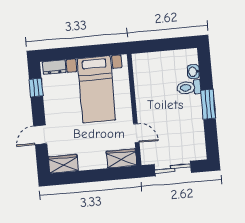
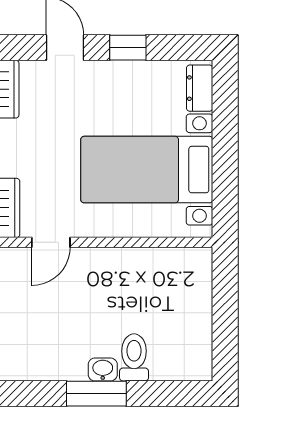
washbasin: (193, 72) -> (103, 369), moved
window: (36, 87) -> (128, 48), moved

